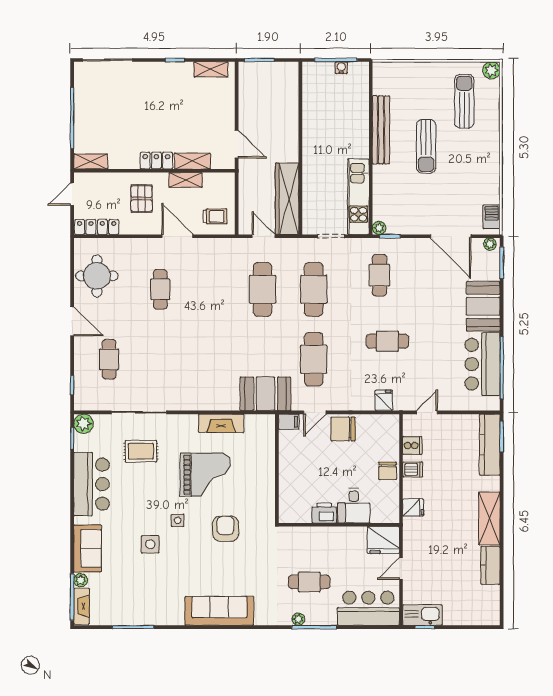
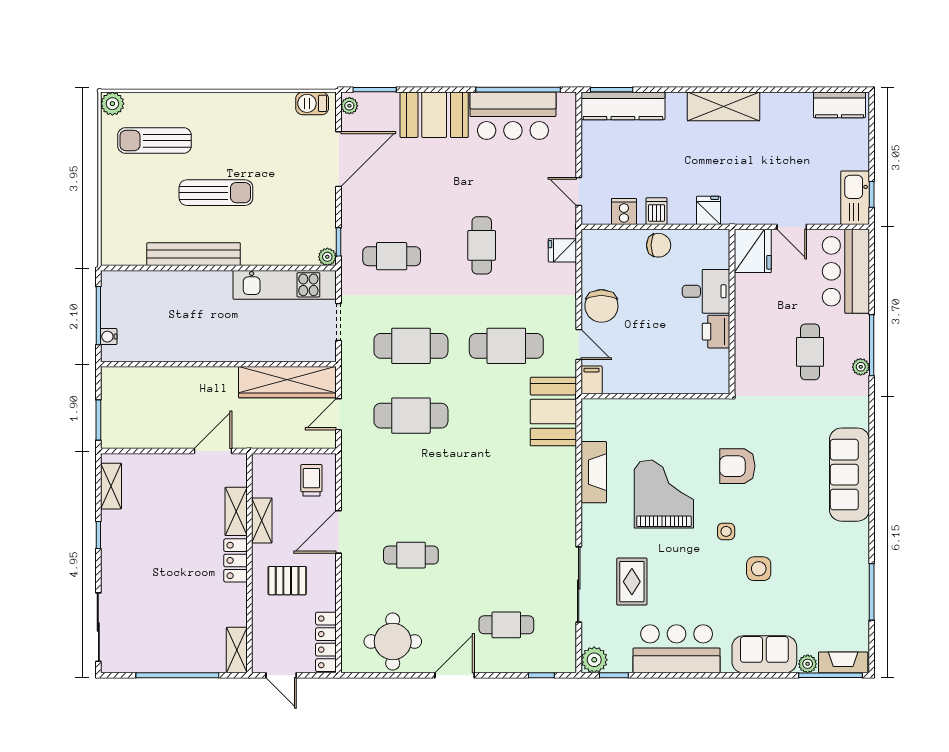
water cooler: (341, 68) -> (109, 337), moved
kitchen counter: (490, 565) -> (839, 105), moved

